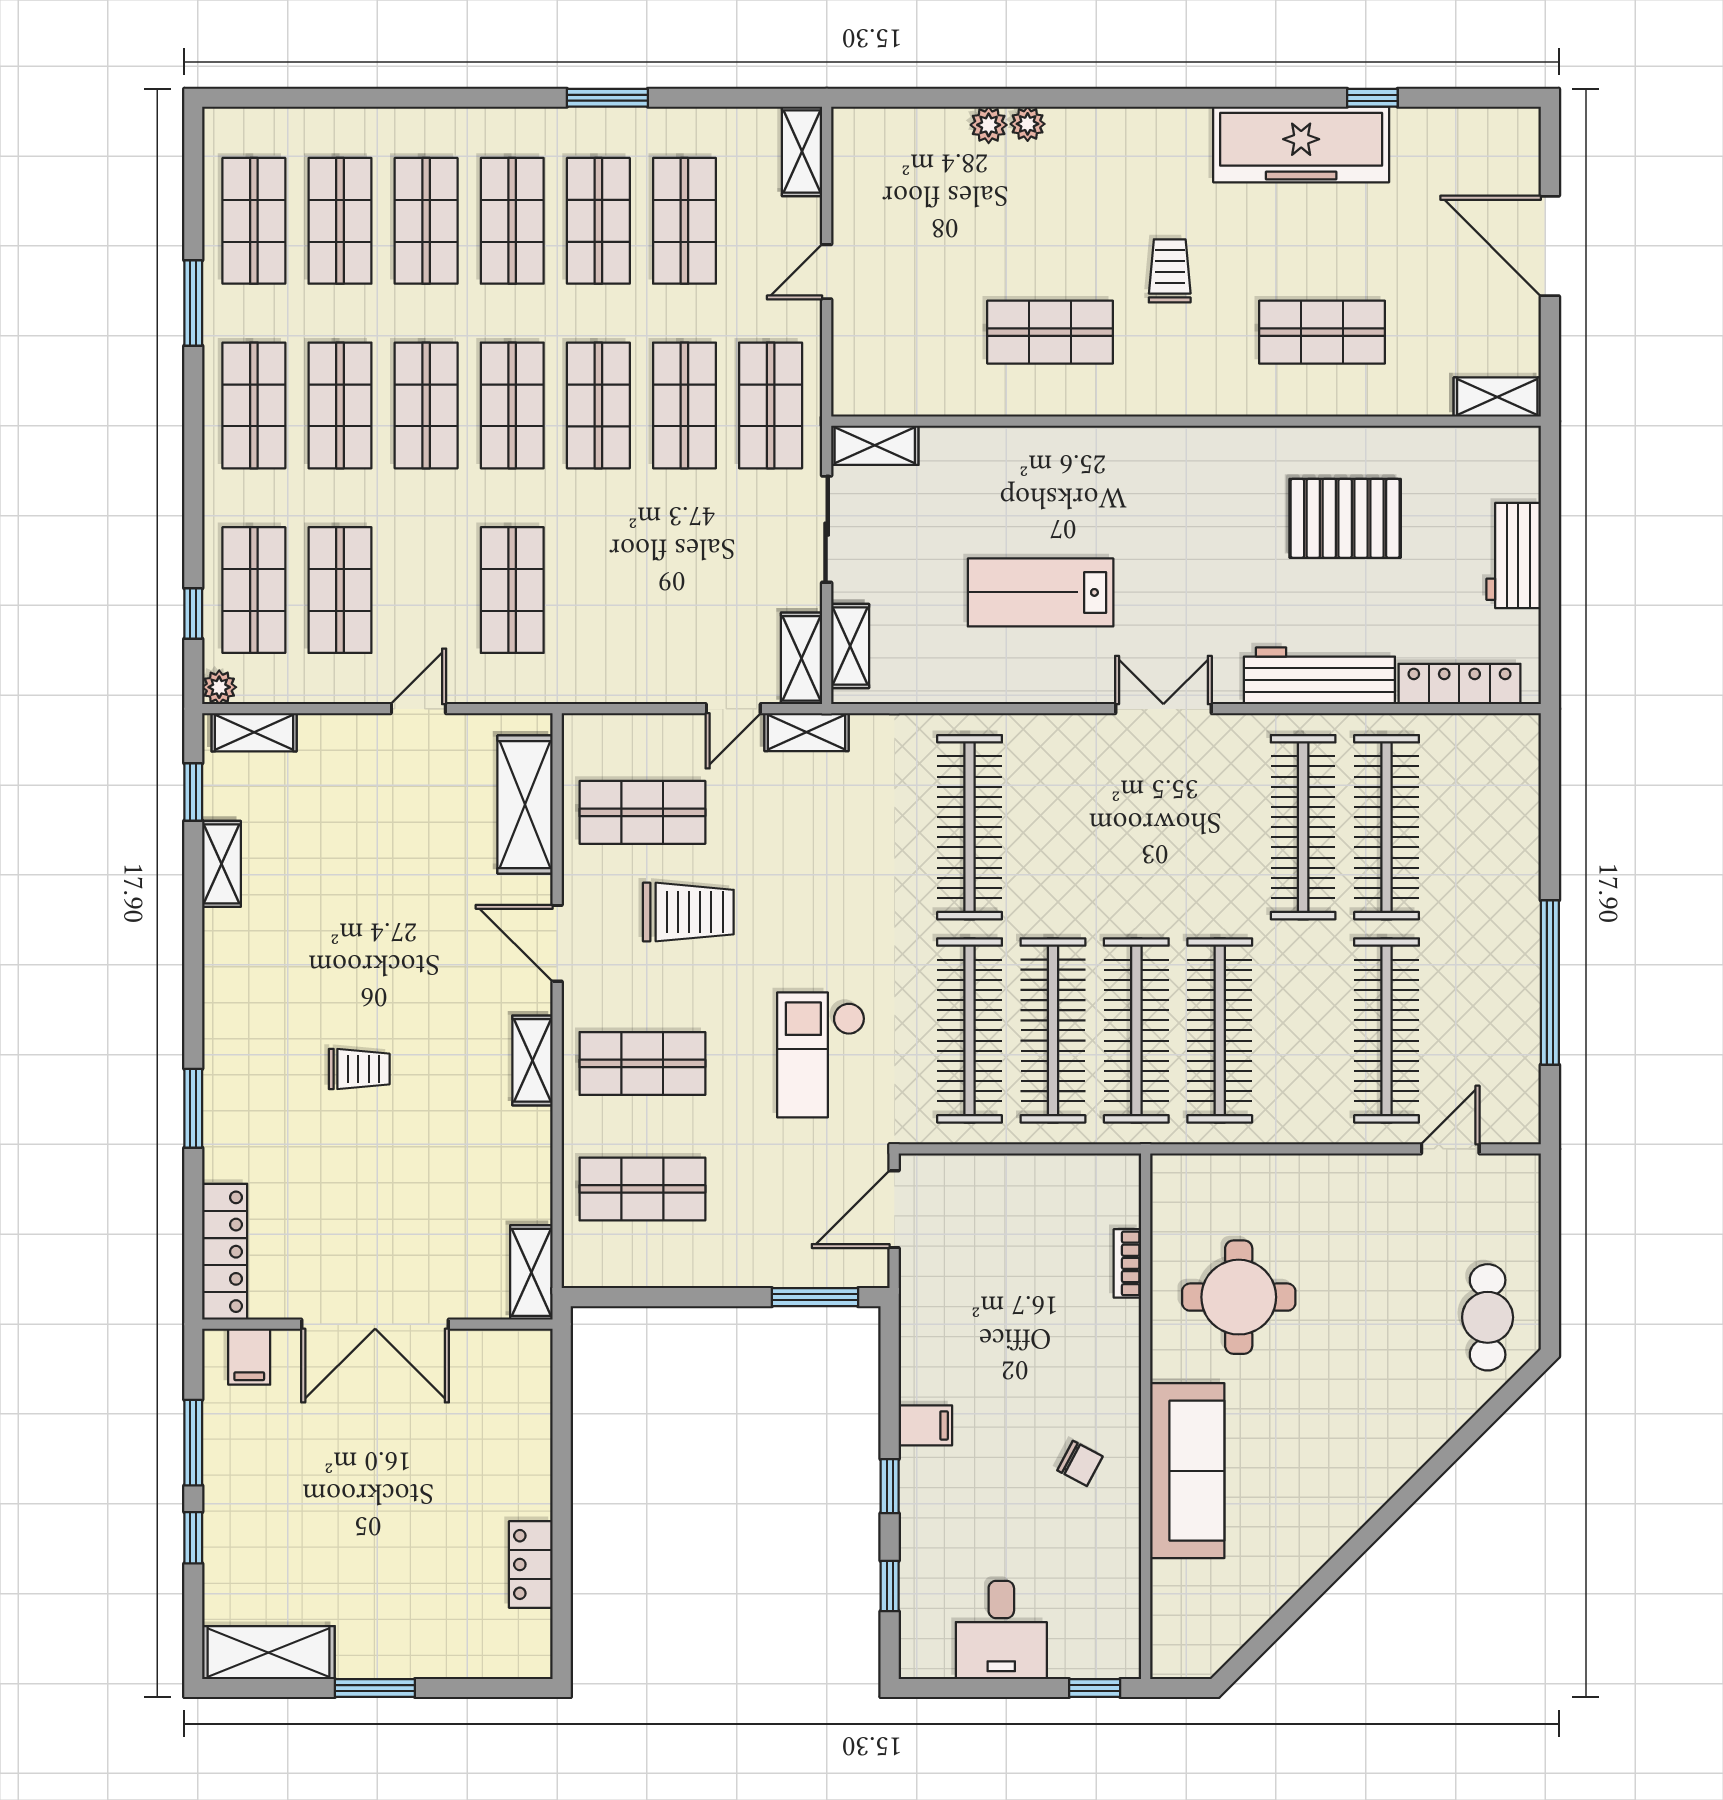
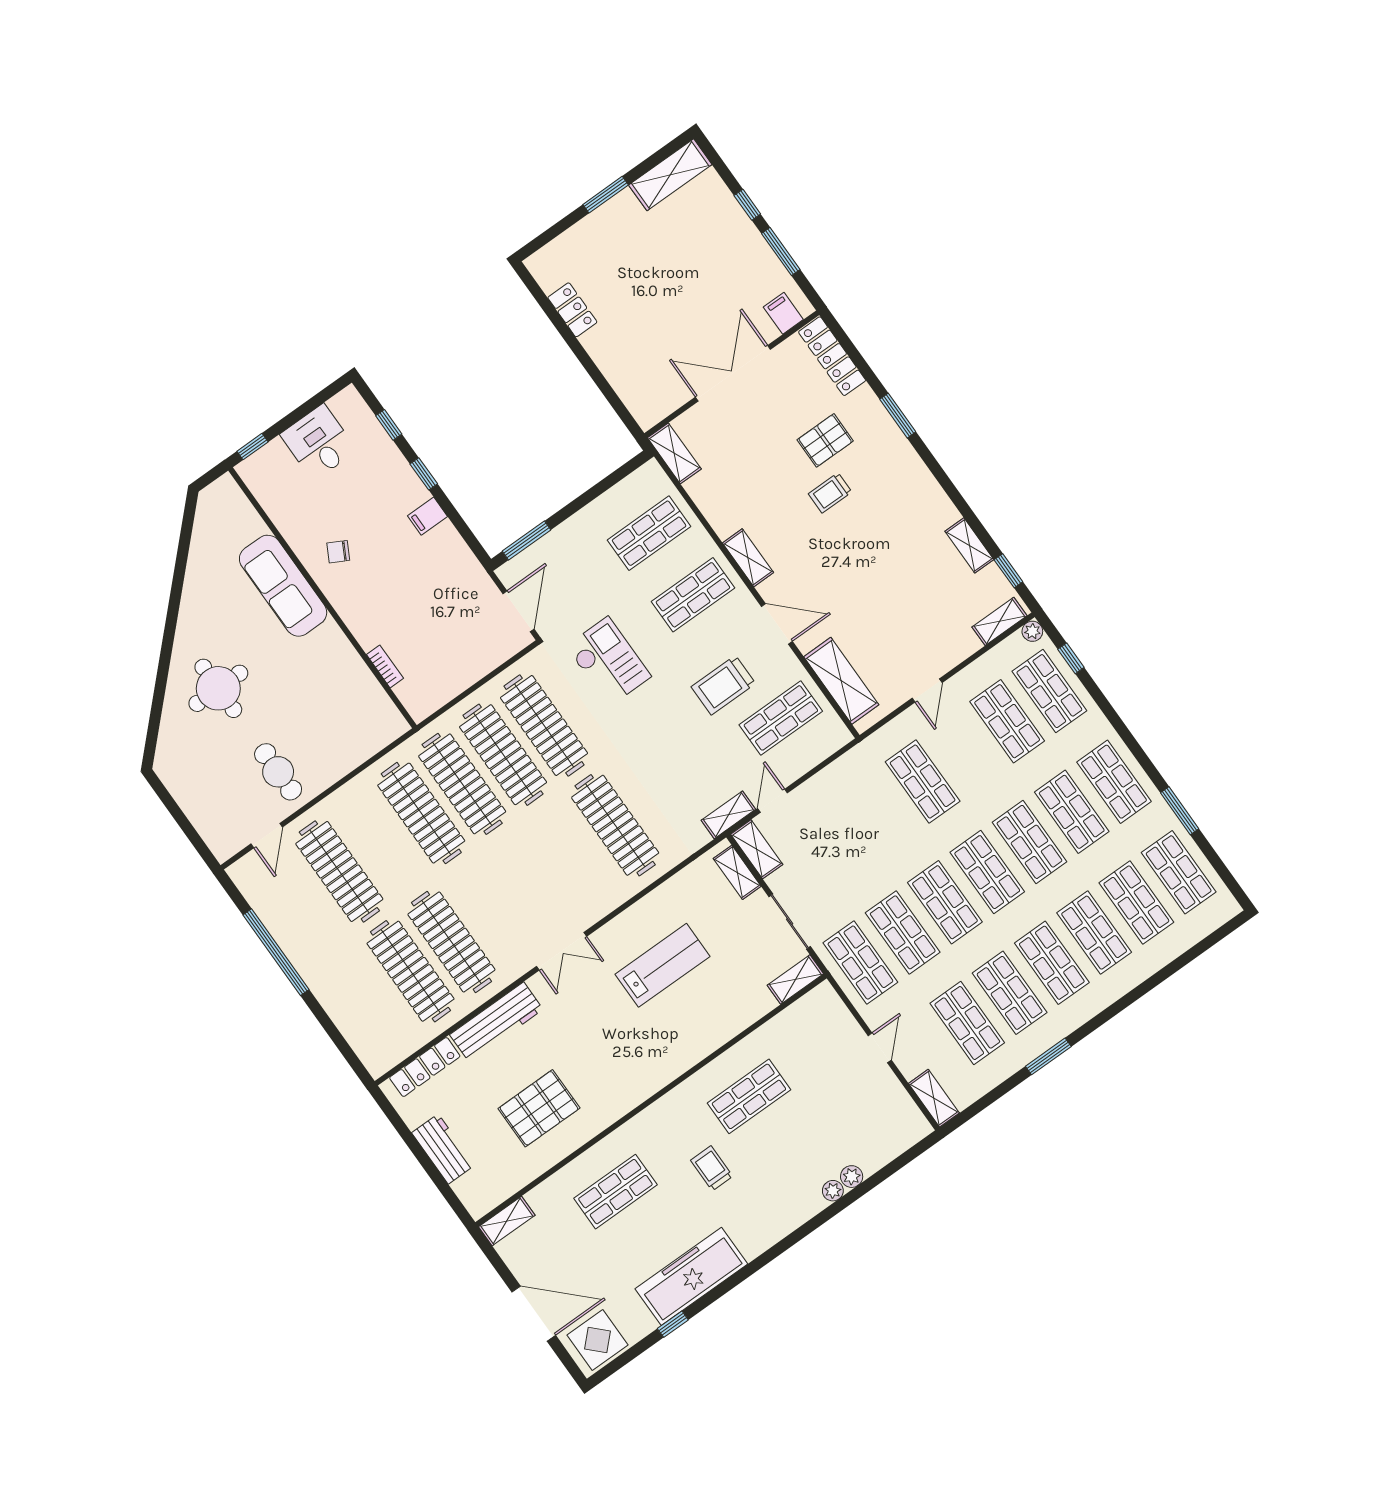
display table: (1489, 149) -> (598, 1340), added
trolley: (1170, 271) -> (712, 1168), turned 180
pallet: (315, 1145) -> (825, 440), added
round table: (1239, 1297) -> (218, 688), moved
cafe table: (1488, 1317) -> (278, 772), moved

